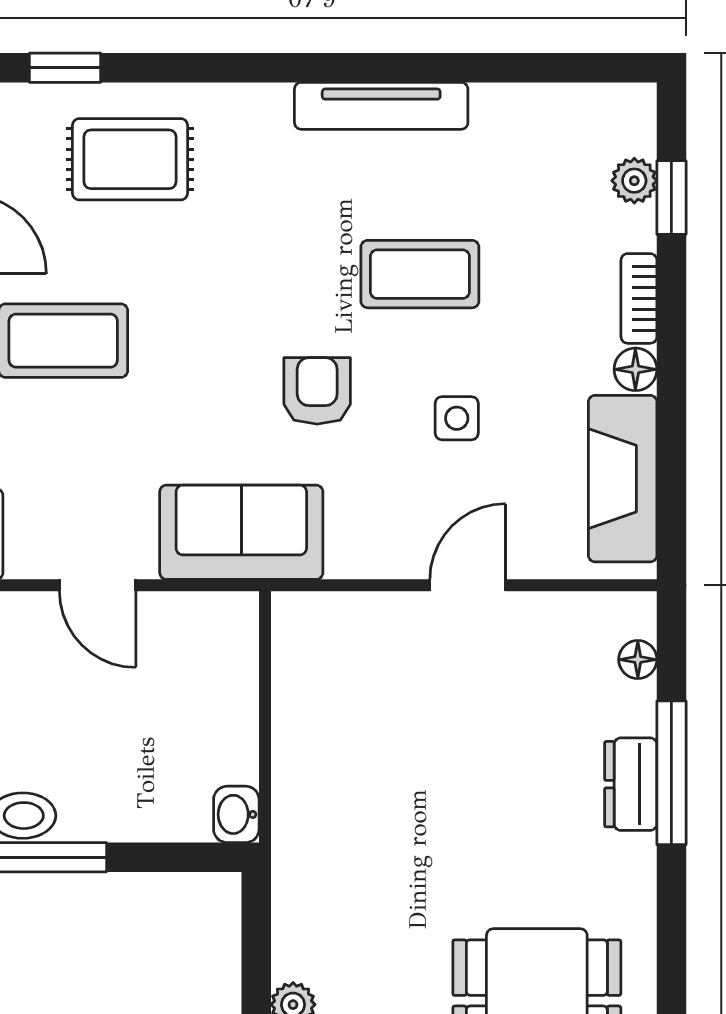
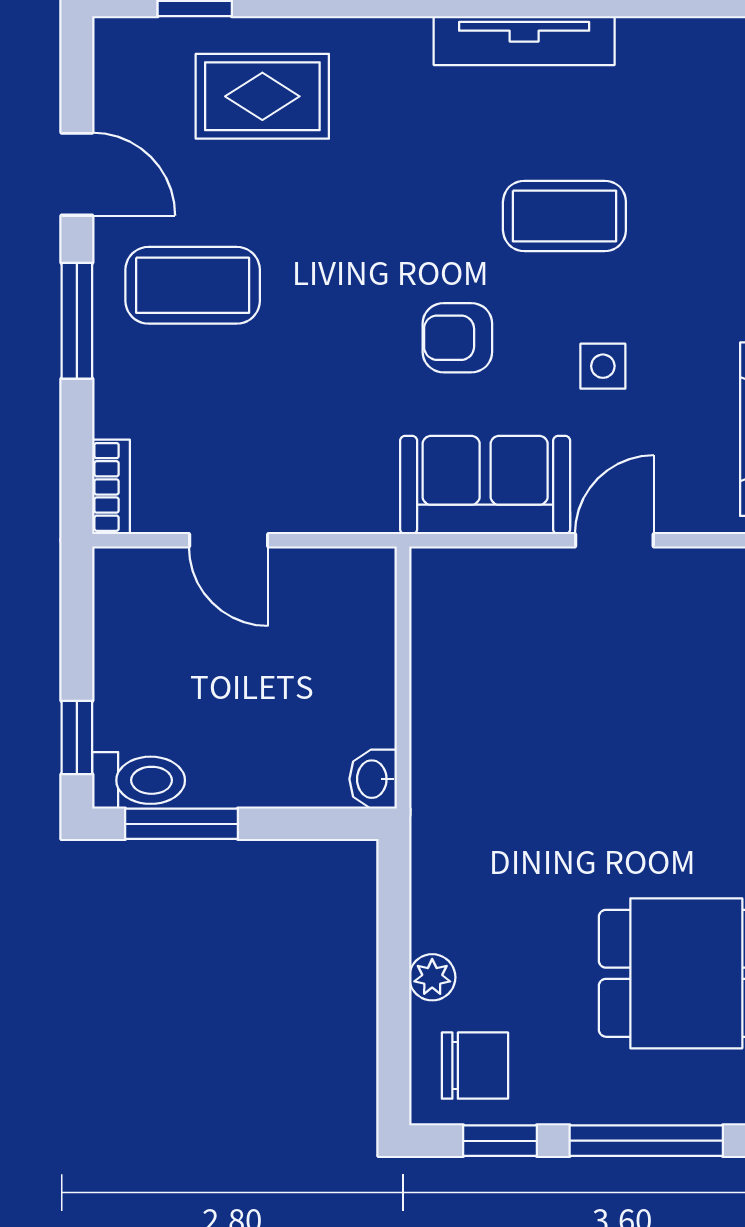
armchair: (317, 391) -> (457, 338), turned -90
sofa: (241, 532) -> (485, 485), moved

